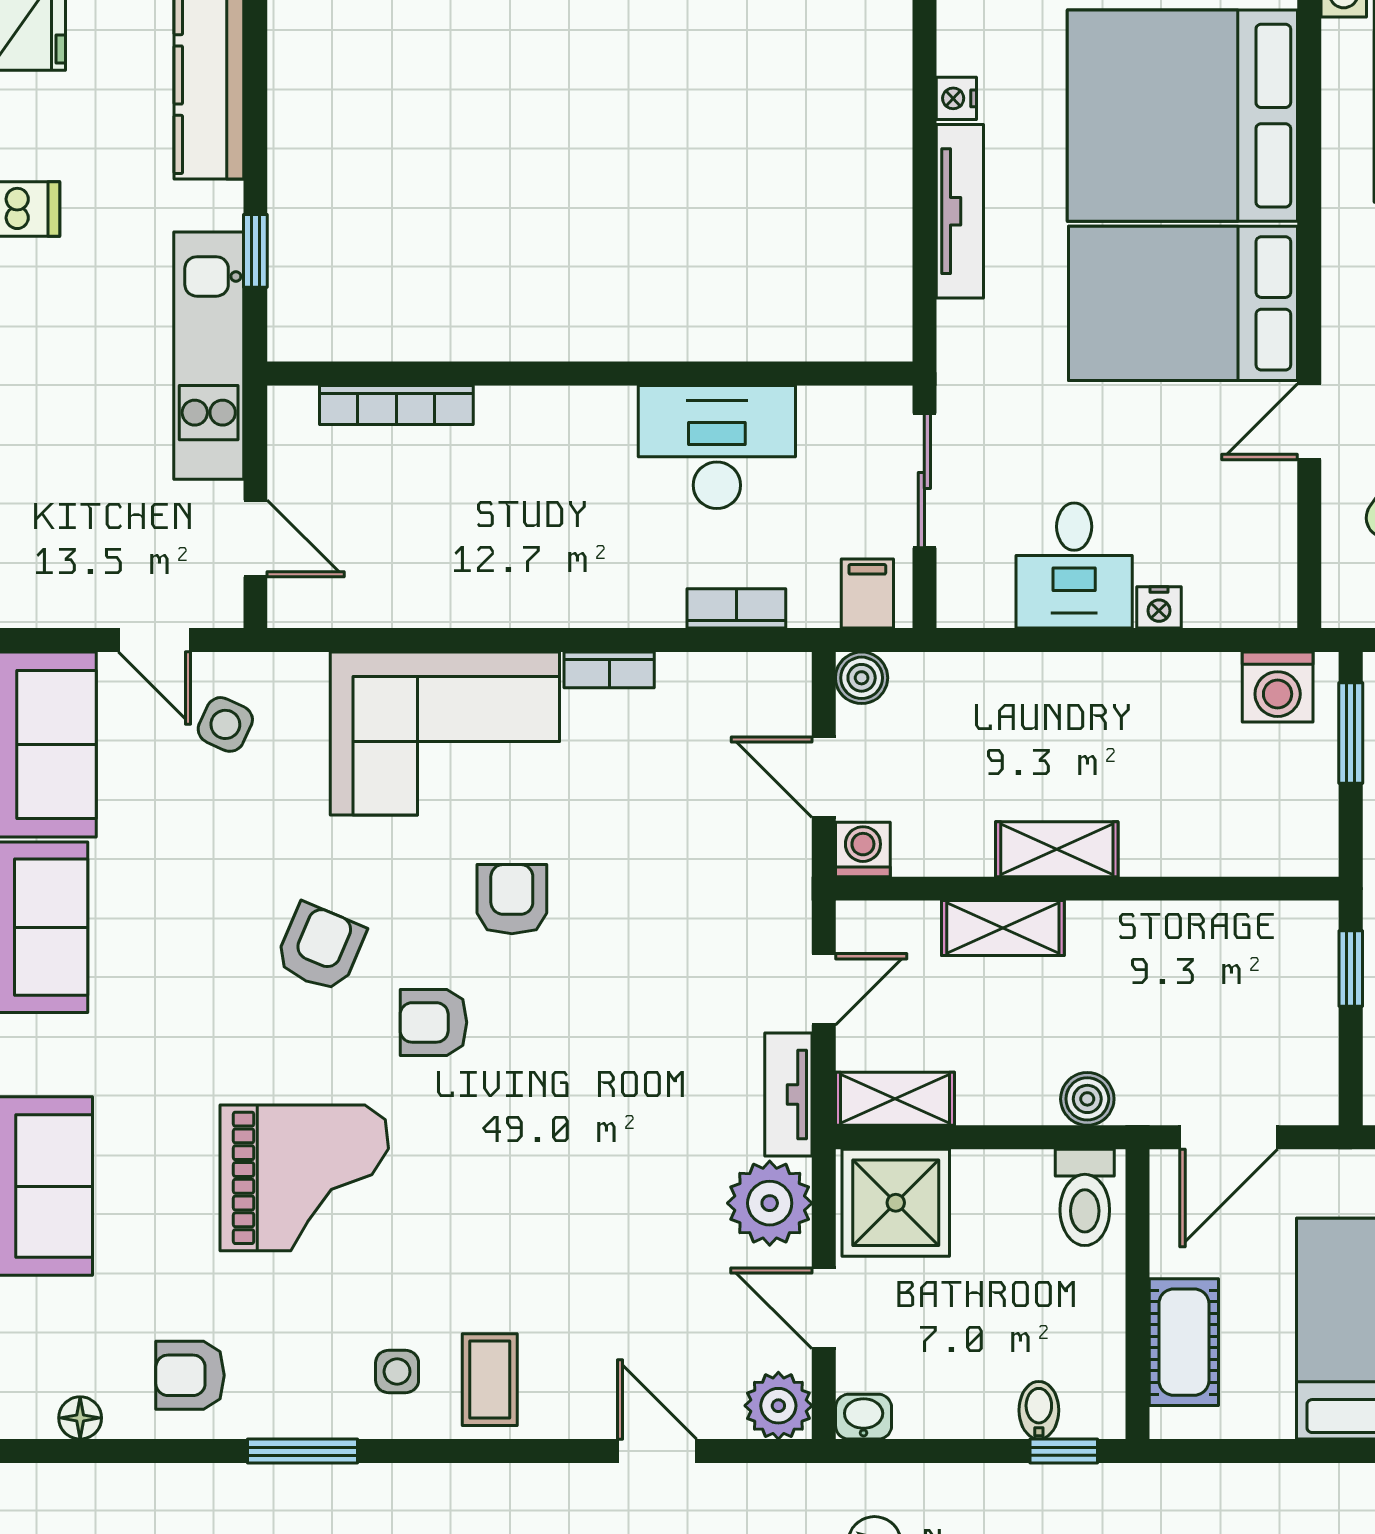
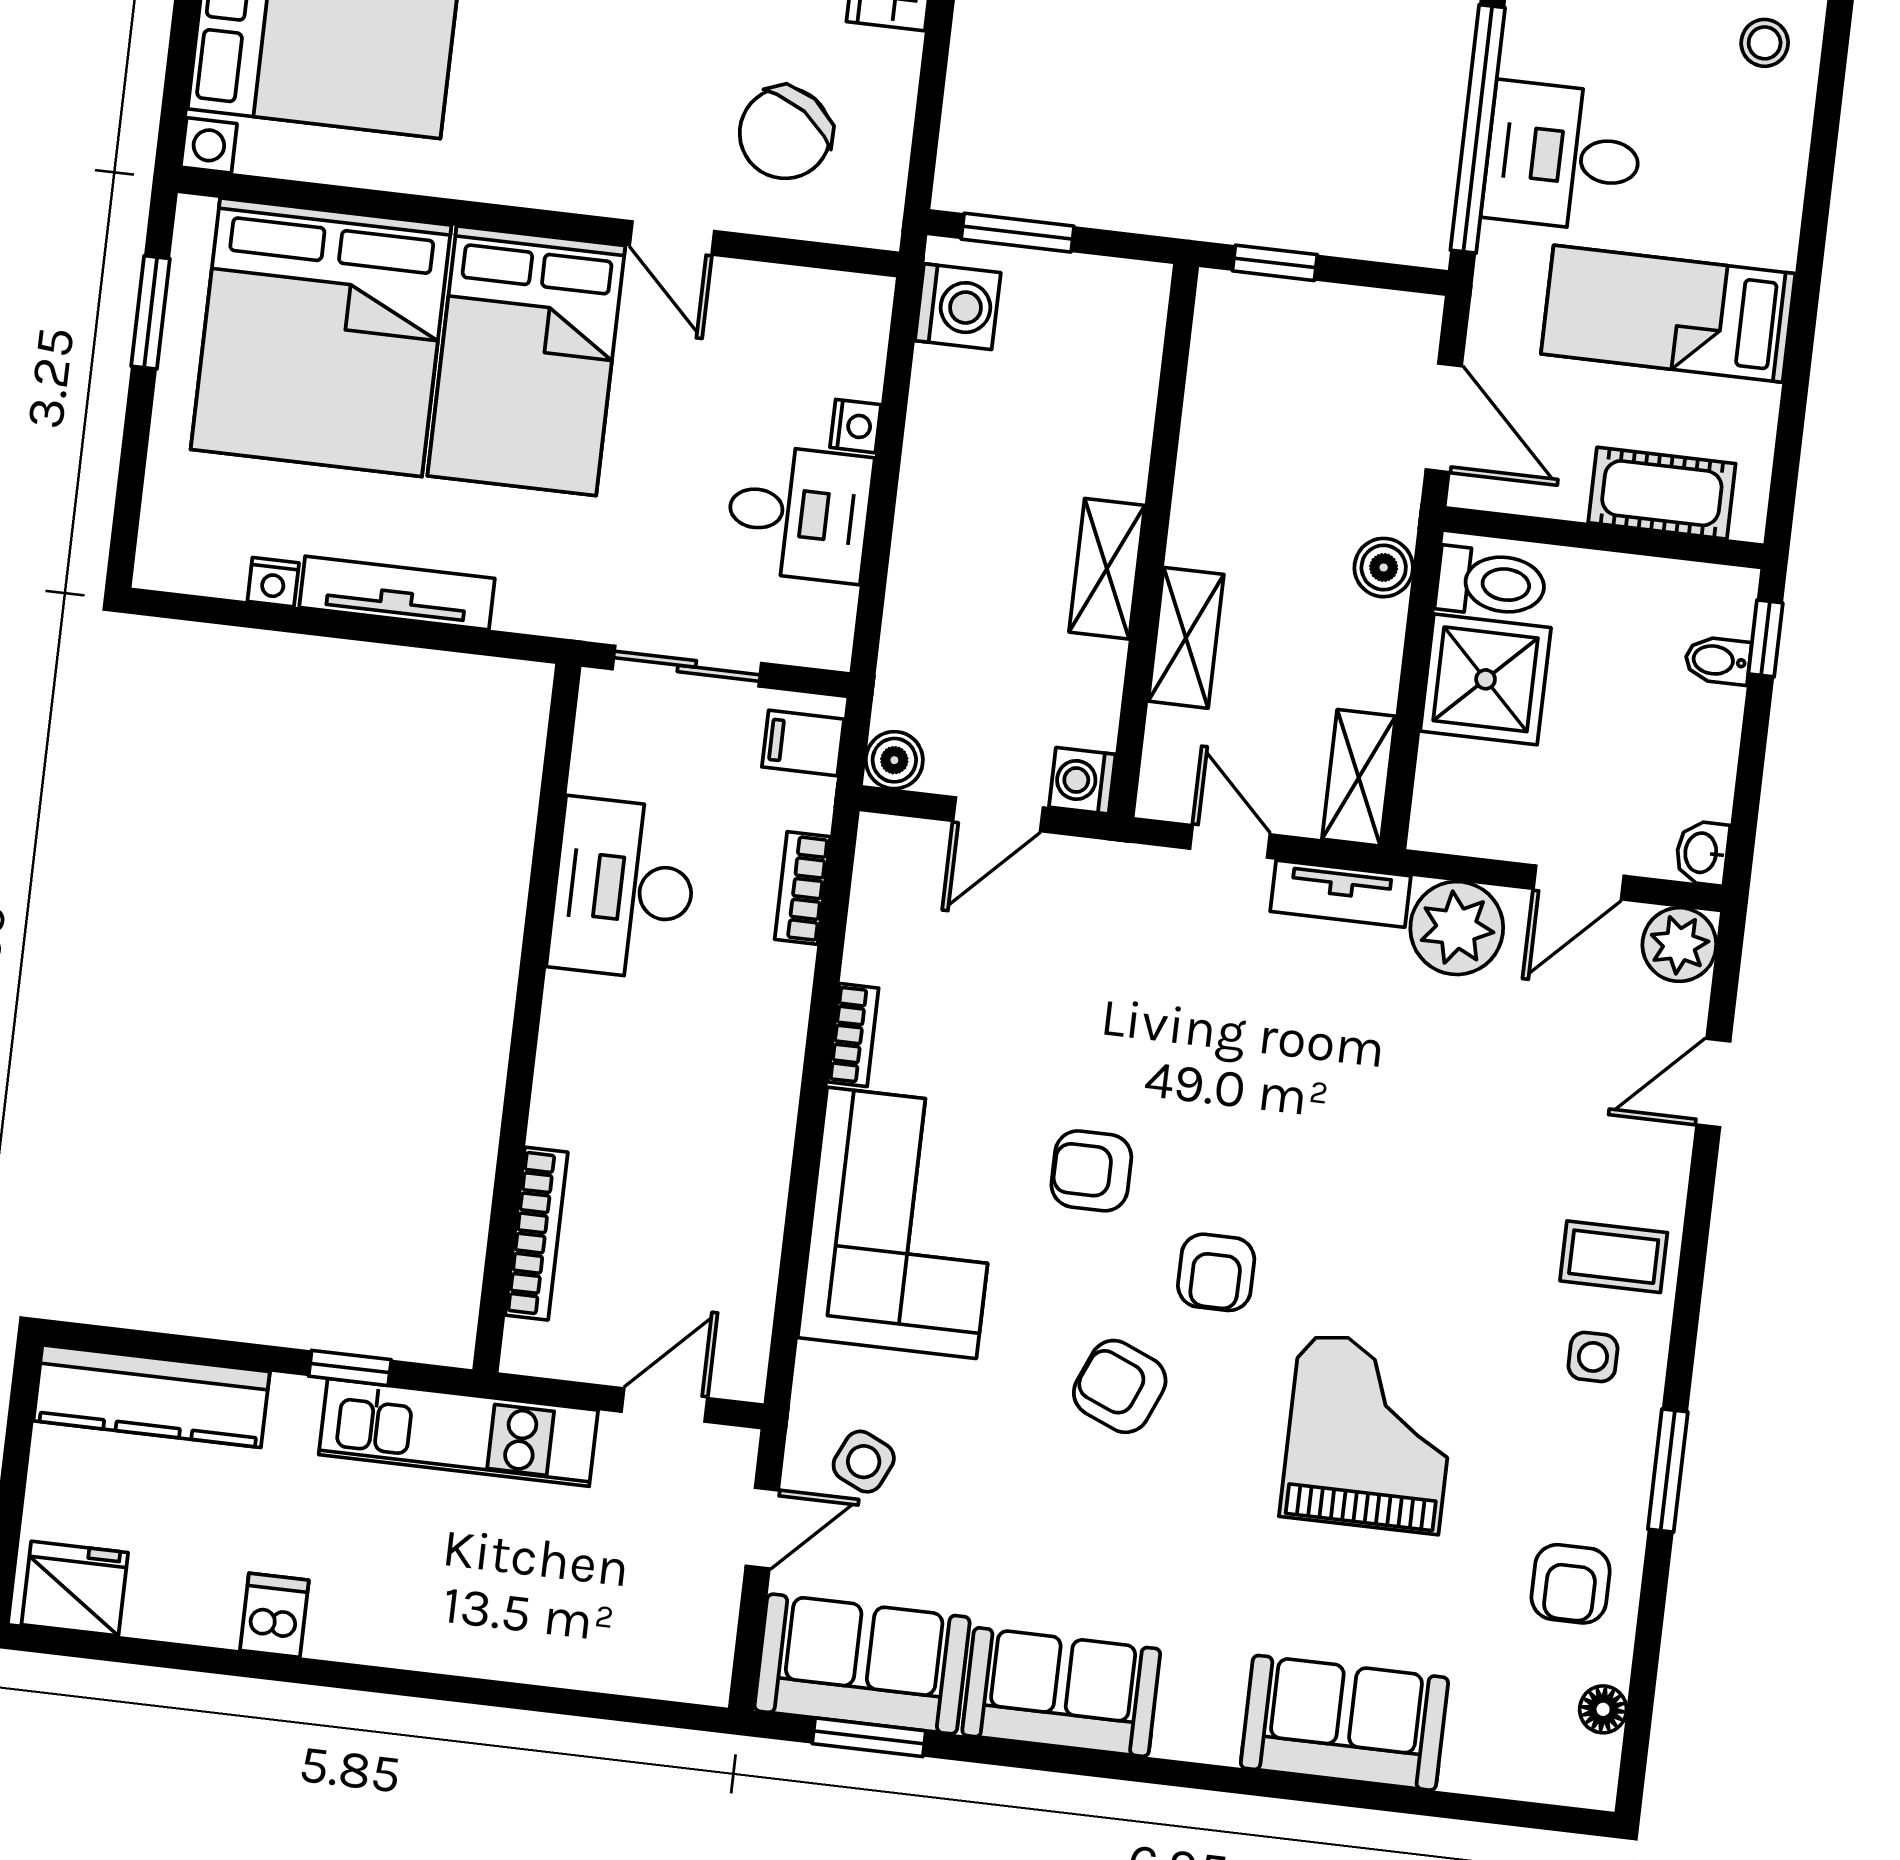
shower: (896, 1203) -> (1486, 679), moved

